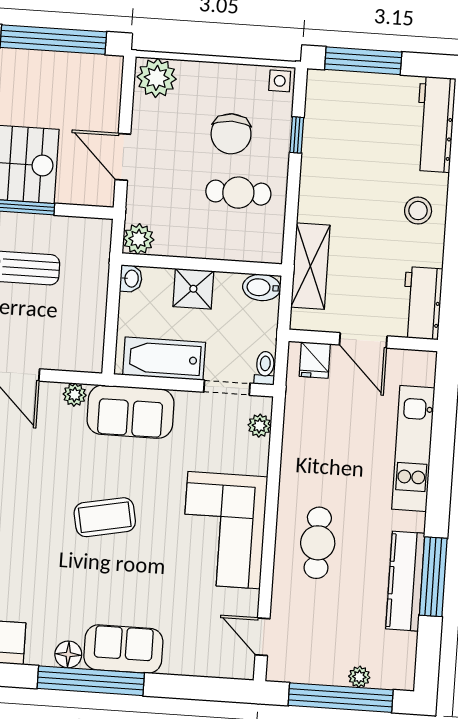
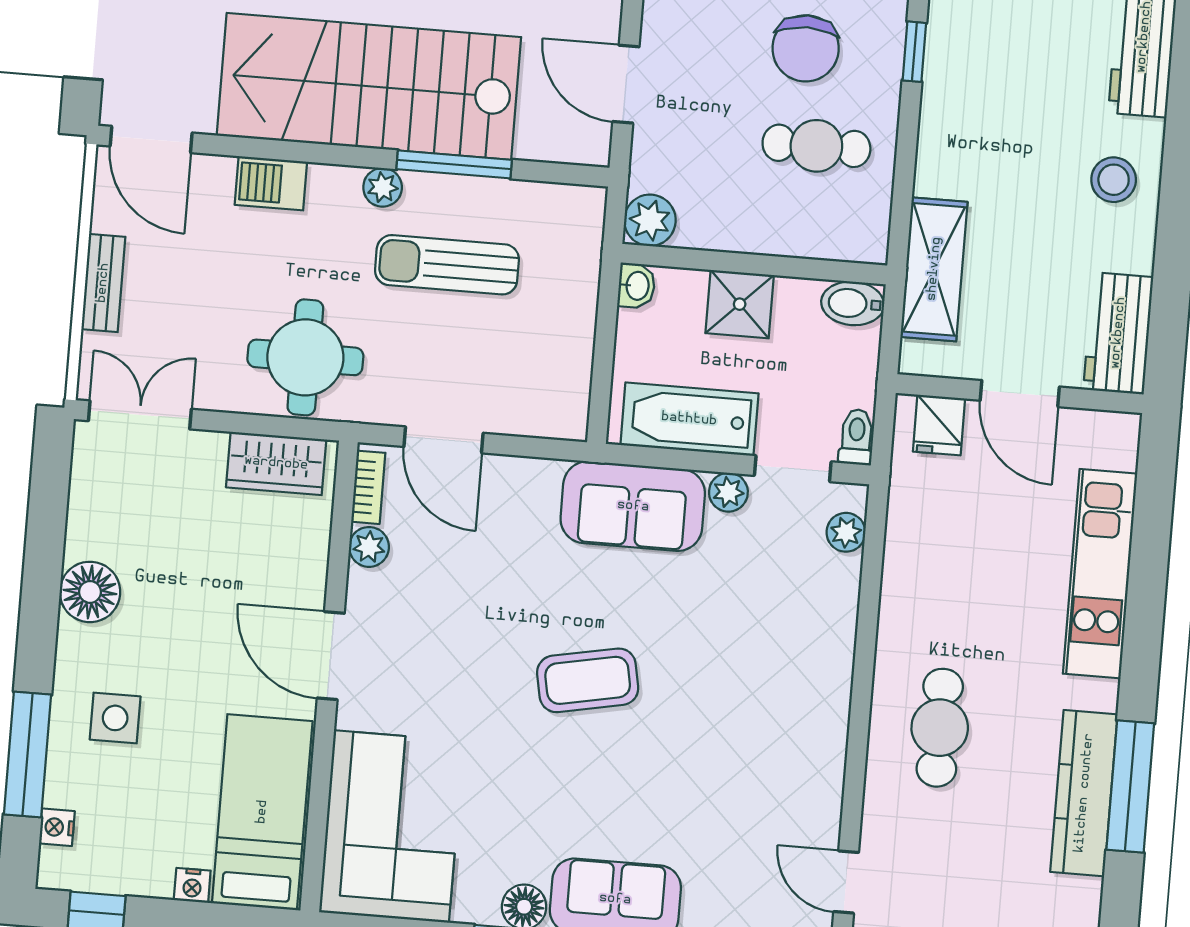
plant: (75, 395) -> (728, 492), moved
corner sofa: (224, 530) -> (785, 705), removed

